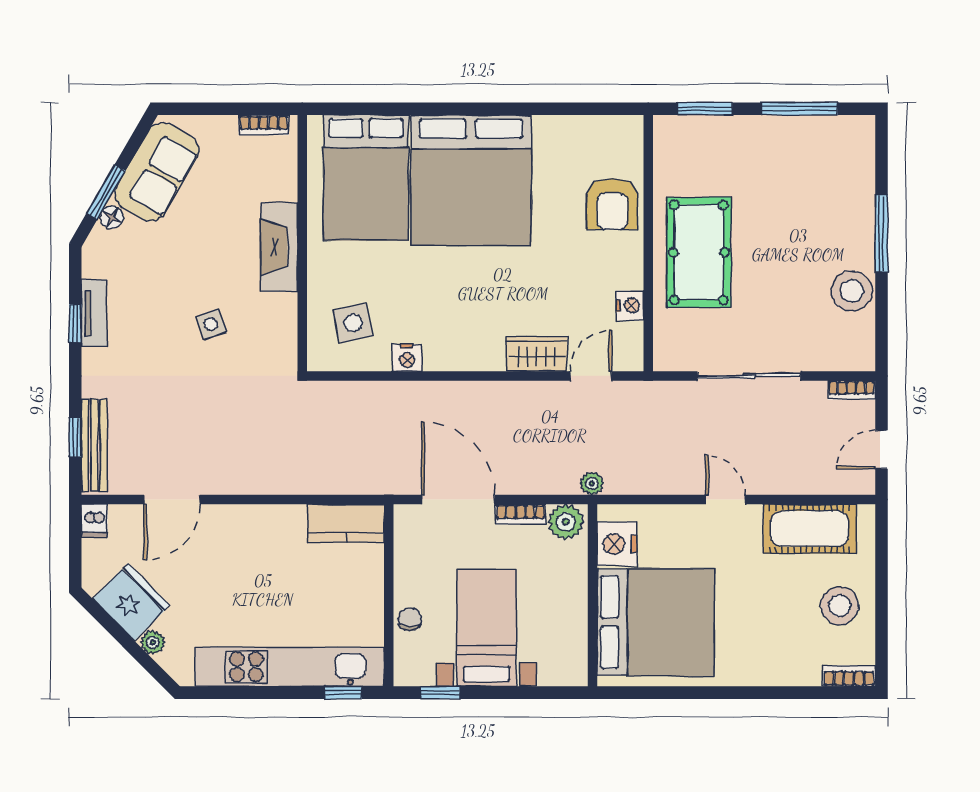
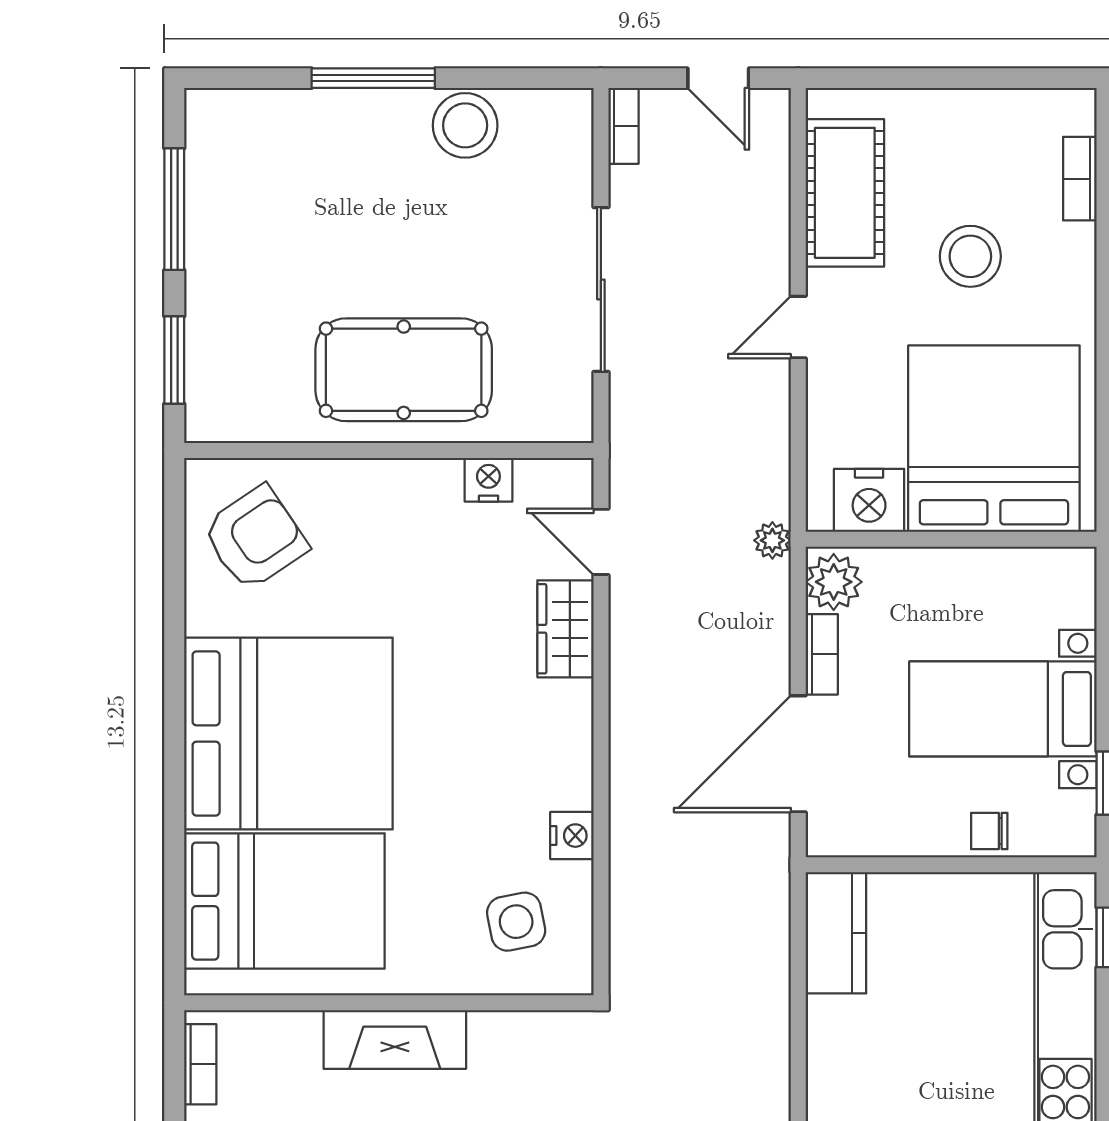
armchair: (612, 204) -> (255, 538), moved, turned -34
stool: (840, 606) -> (970, 256), moved
bookcase: (849, 676) -> (1080, 179), moved

